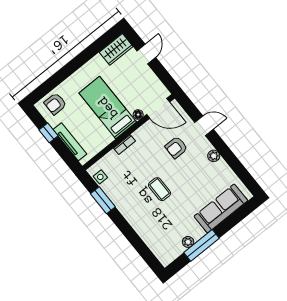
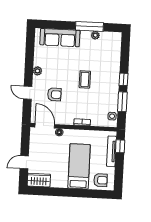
bed: (108, 108) -> (79, 166), moved, turned 180
window: (48, 133) -> (120, 146), moved
window: (121, 223) -> (124, 79), added

